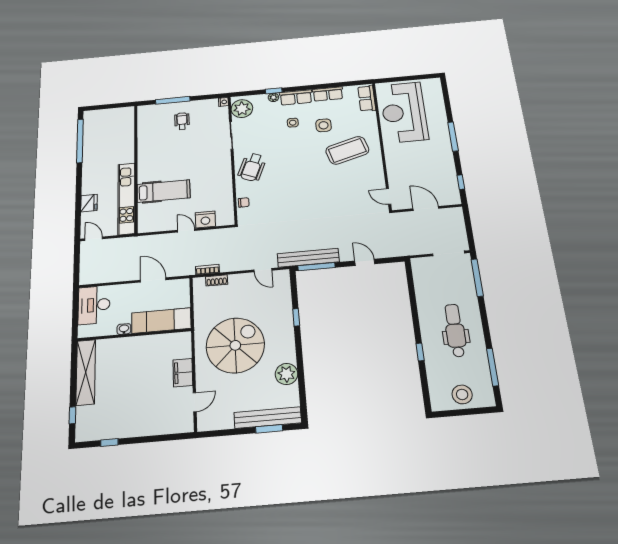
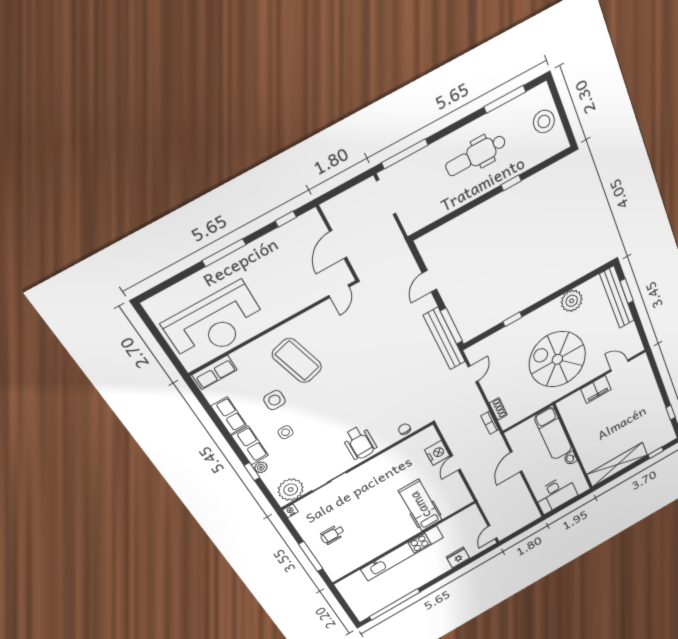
wheelchair: (252, 167) -> (360, 443), turned 68
kitchen unit: (126, 199) -> (402, 553), moved

